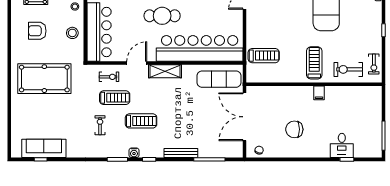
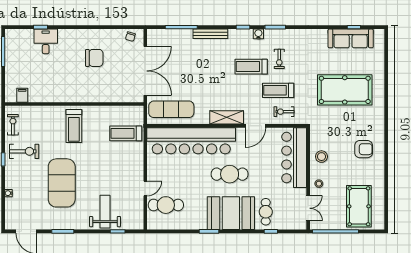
armchair: (37, 31) -> (364, 149), moved
exercise bike: (348, 69) -> (24, 151), moved
pool table: (44, 79) -> (345, 90), moved
filing cabinet: (319, 93) -> (22, 95), moved
exercise bike: (100, 125) -> (279, 59), moved

